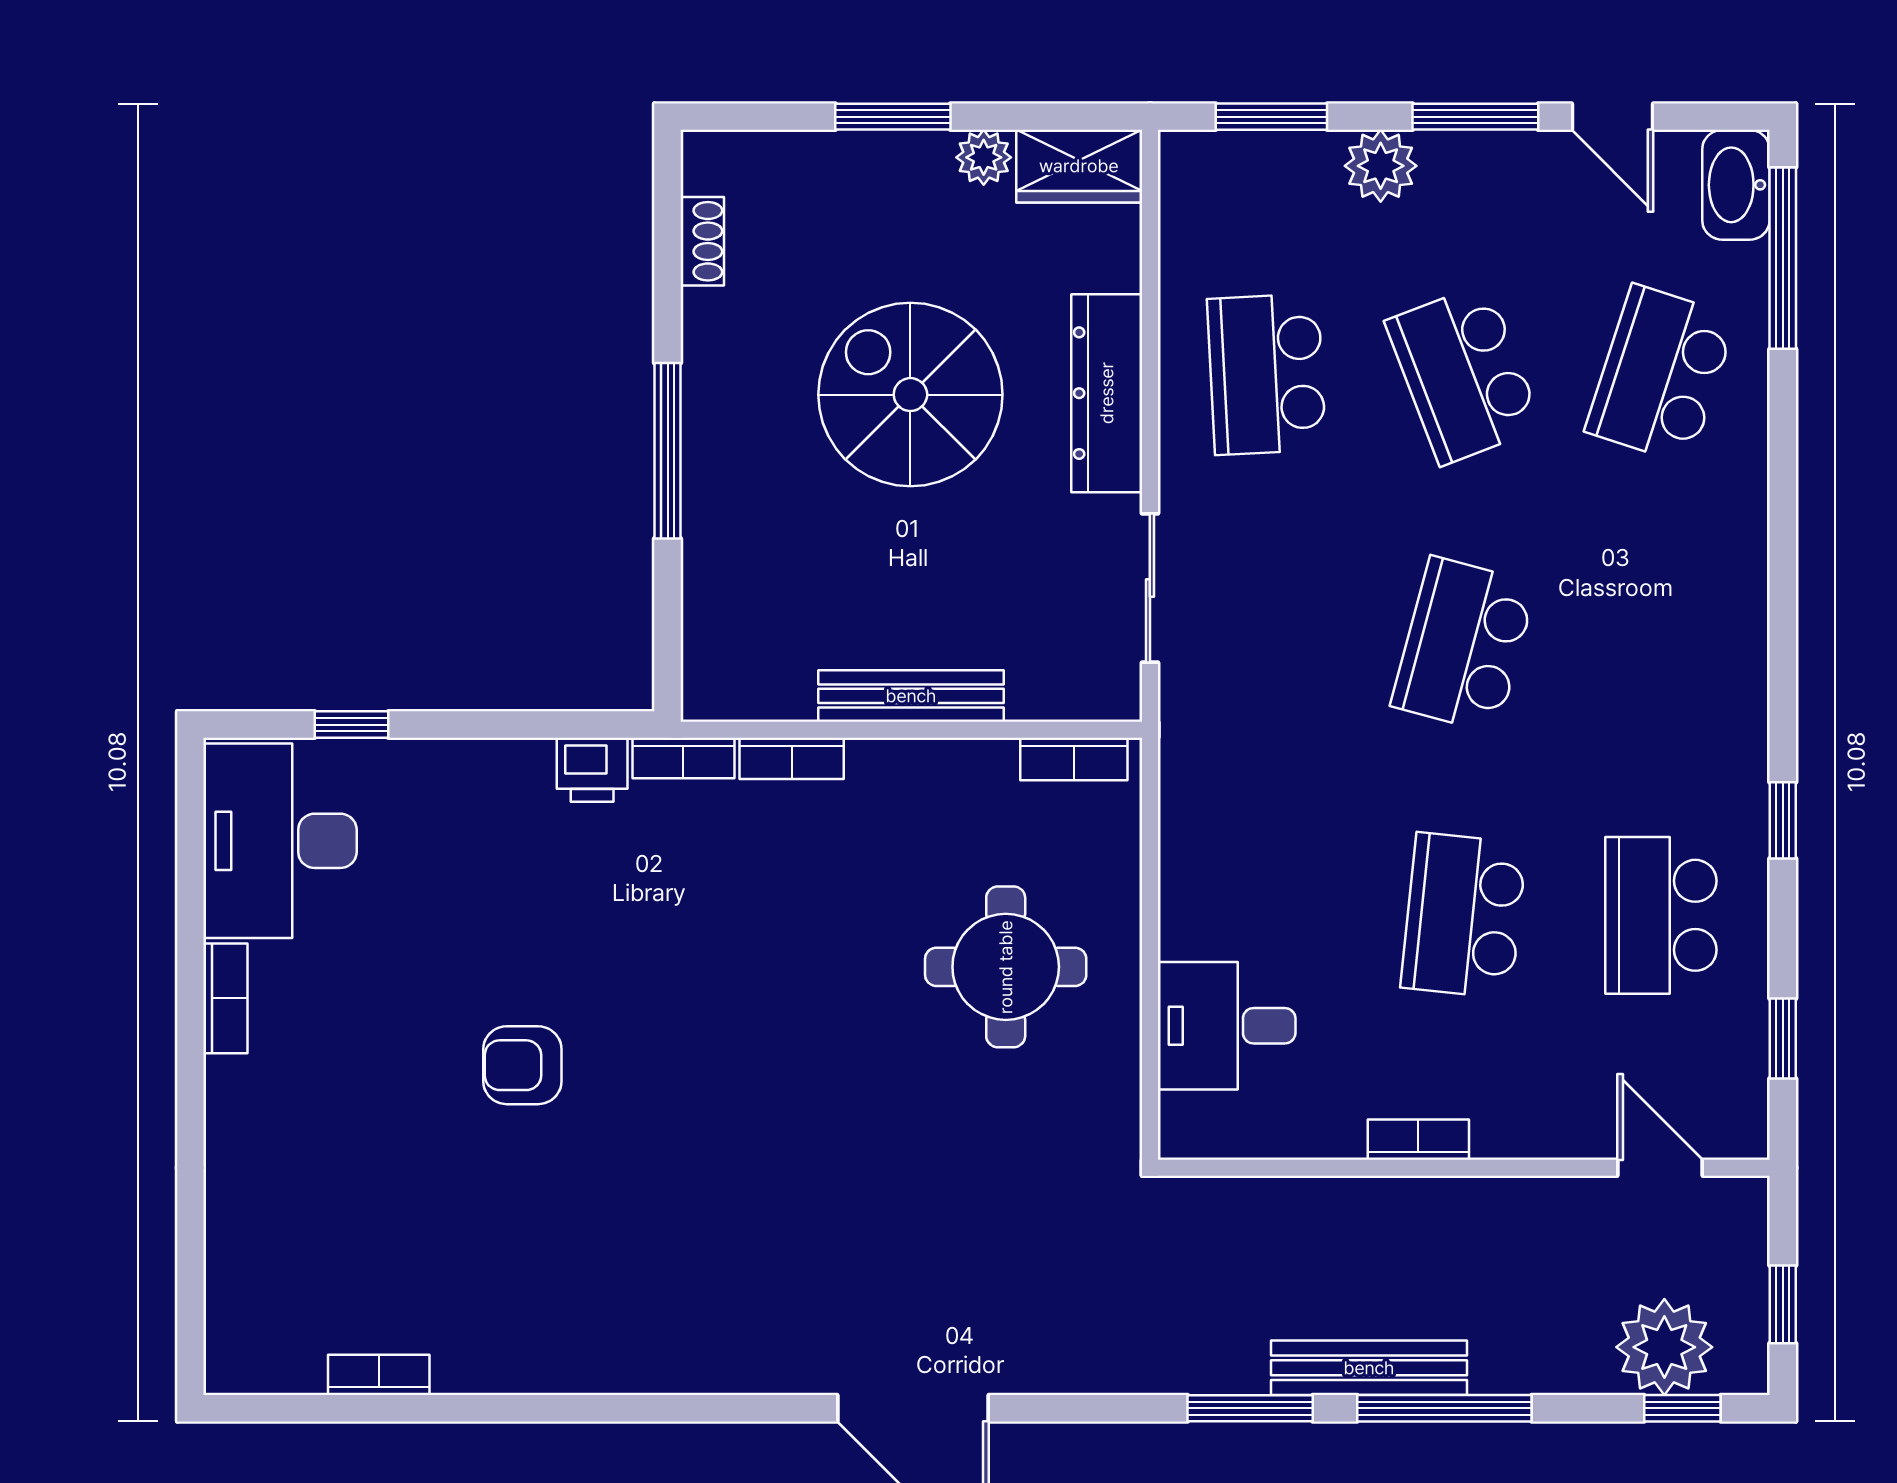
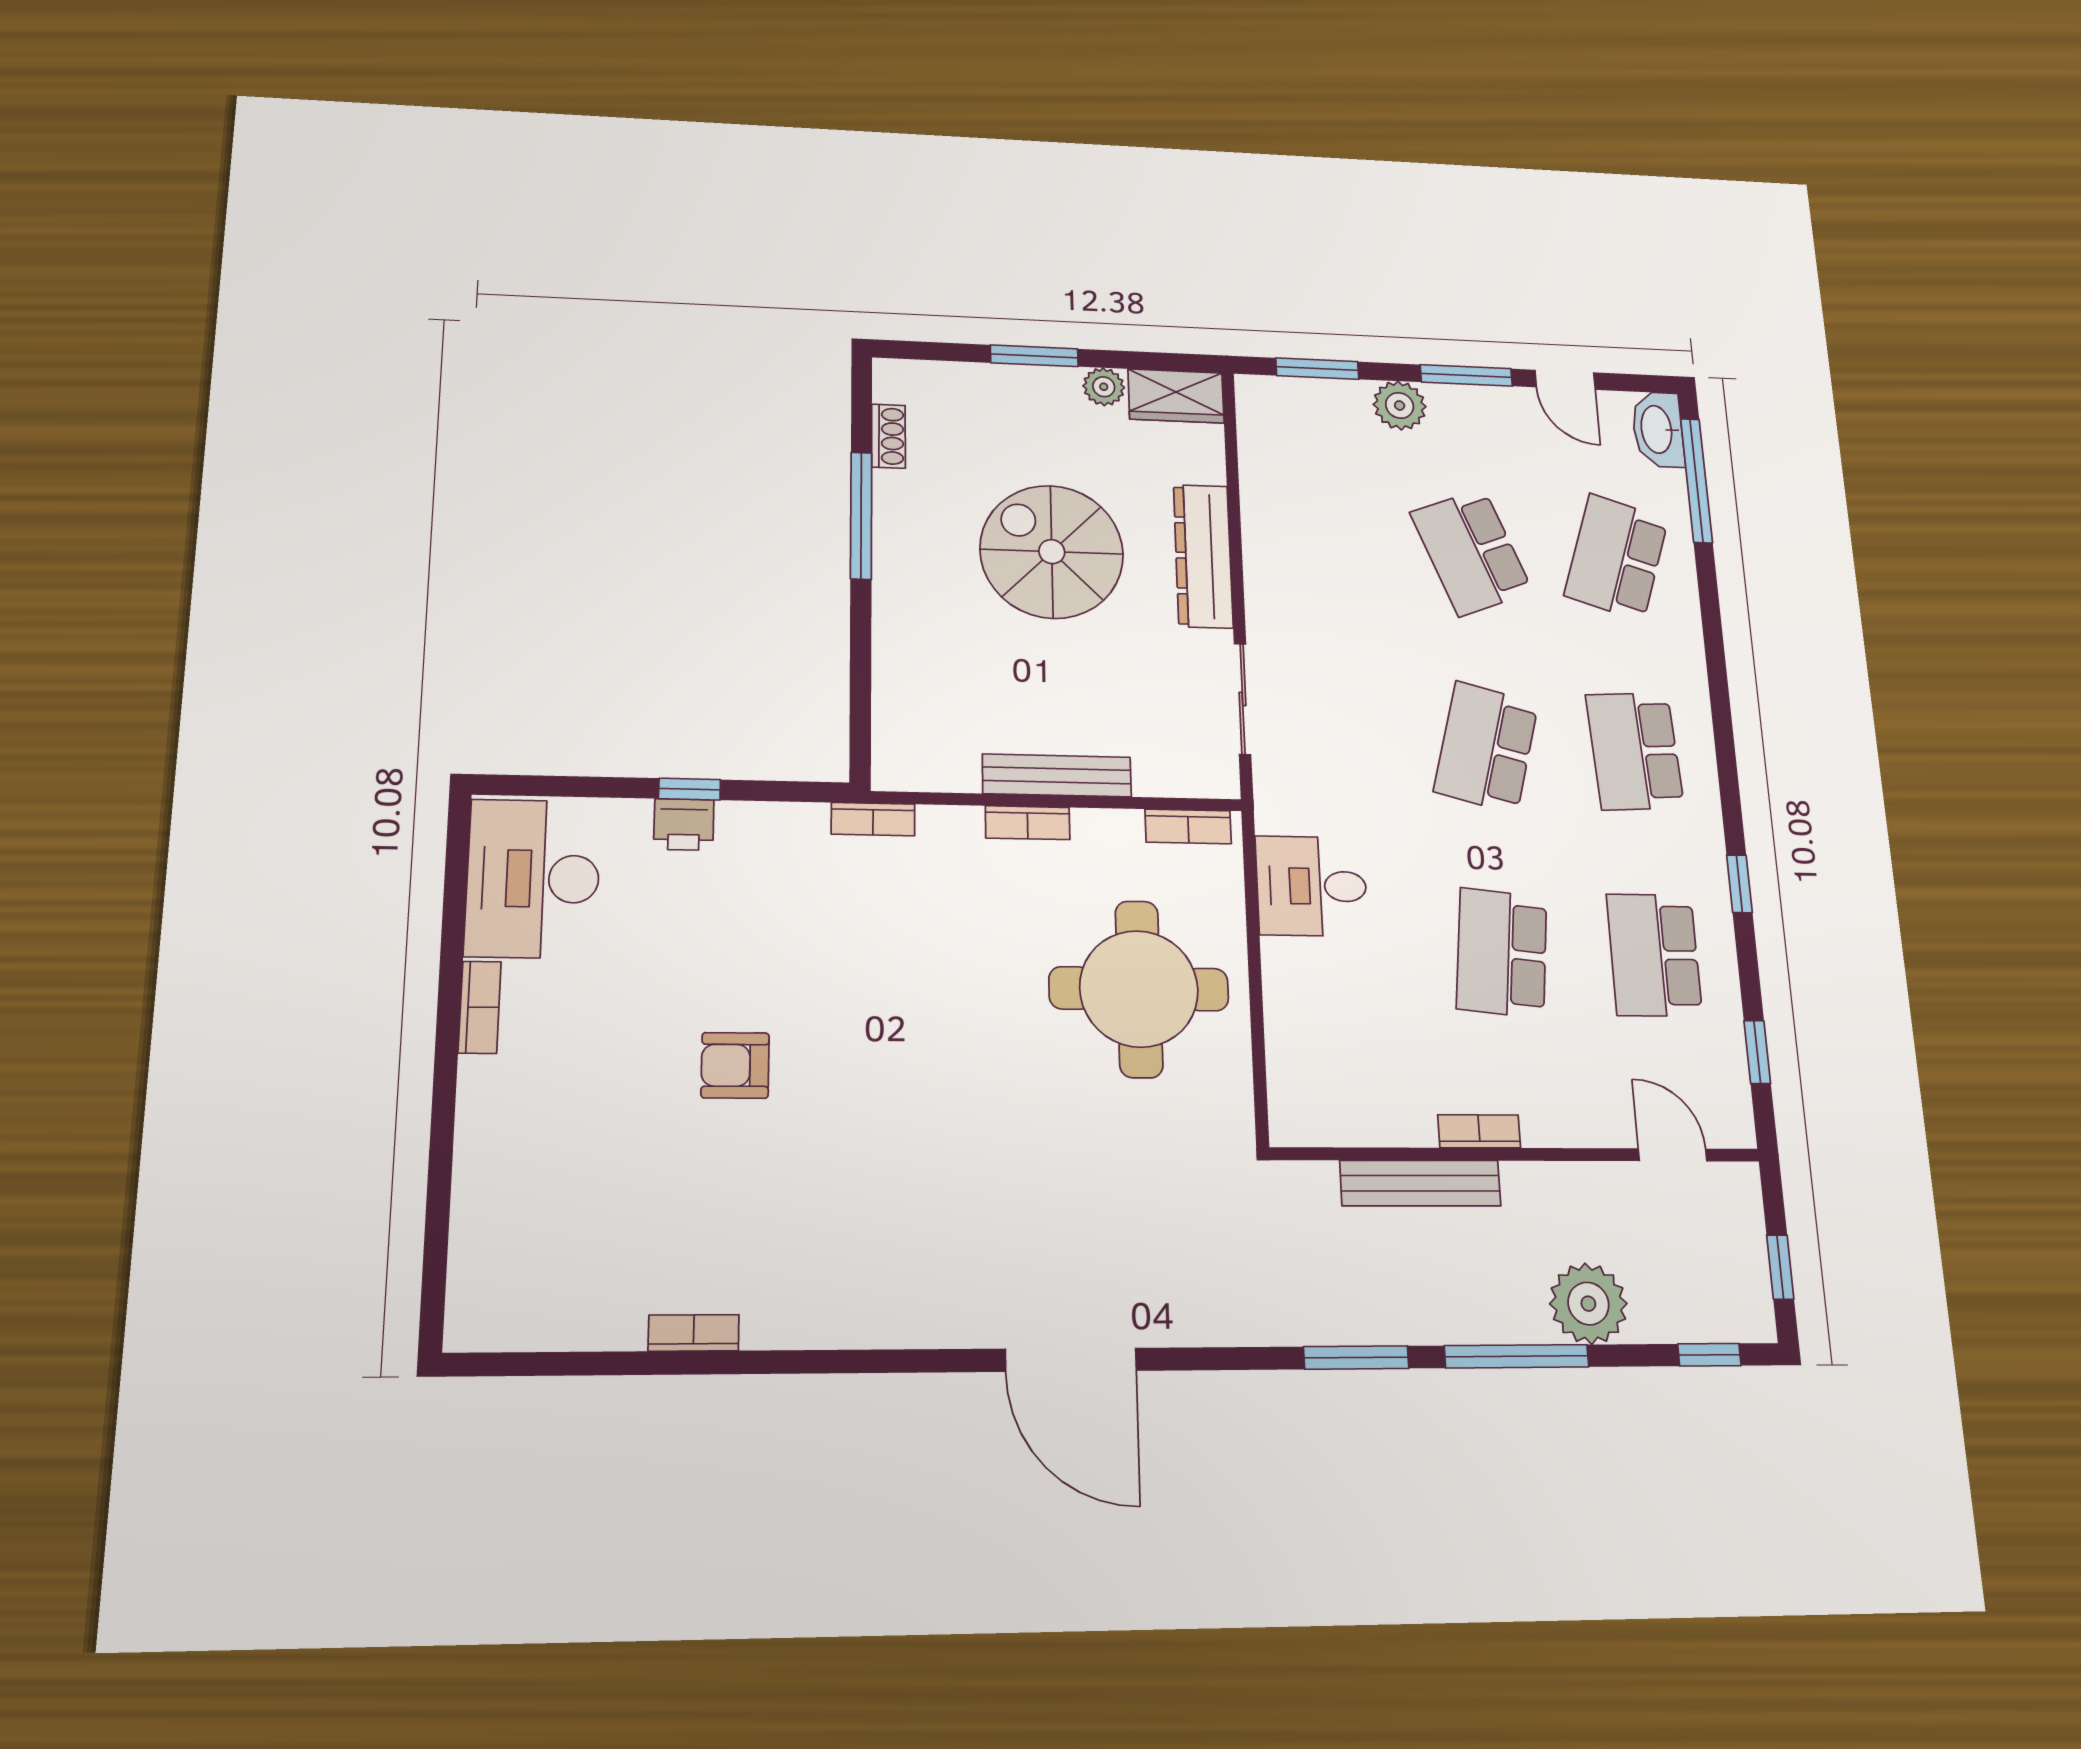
school desk: (1267, 374) -> (1635, 751), moved
window: (668, 451) -> (861, 516), moved
window: (351, 725) -> (690, 789), moved
bookcase: (792, 758) -> (1028, 823), moved
printer: (592, 770) -> (684, 825), moved
round table: (1006, 967) -> (1139, 989), width x1.36, depth x1.36
desk: (1227, 1026) -> (1312, 886), moved
plant: (1664, 1347) -> (1588, 1304), moved
bench: (1369, 1368) -> (1420, 1183), moved
bookcase: (379, 1375) -> (694, 1333), moved

